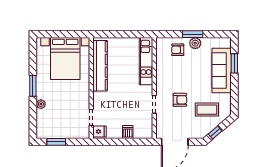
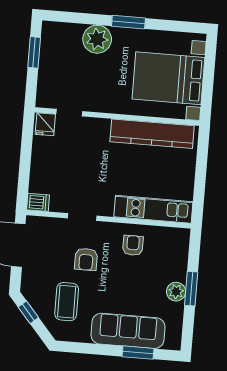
armchair: (178, 50) -> (133, 245), moved
plant: (41, 104) -> (97, 39), width x1.88, depth x1.88
dishwasher: (128, 132) -> (38, 202), moved

